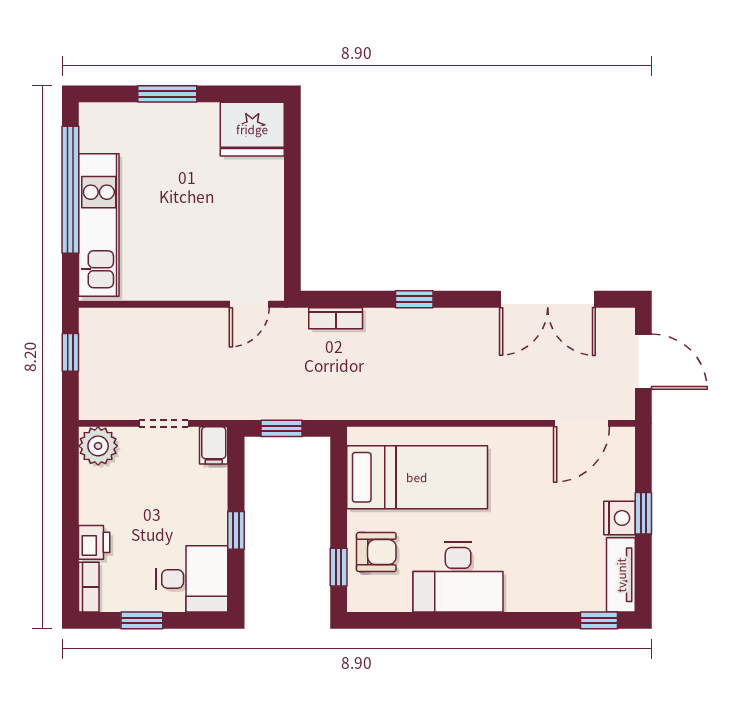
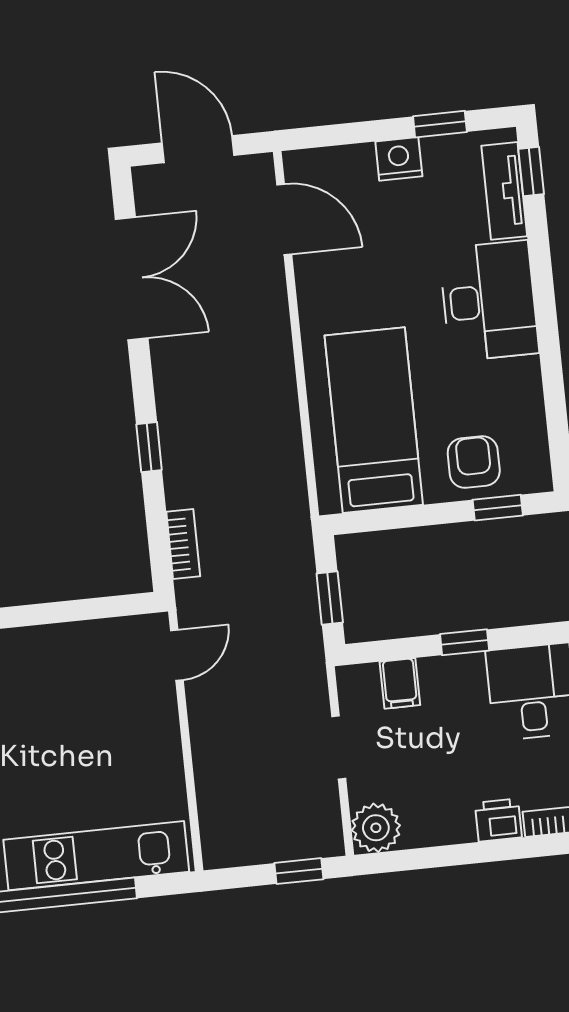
door: (249, 304) -> (177, 655), hinge flipped
window: (70, 352) -> (299, 871), moved
door: (643, 362) -> (198, 149), hinge flipped
filing cabinet: (214, 445) -> (400, 683), moved, turned 90
window: (643, 513) -> (440, 124), moved
tv unit: (621, 575) -> (504, 191), moved, turned 90
desk: (458, 577) -> (489, 301), moved

